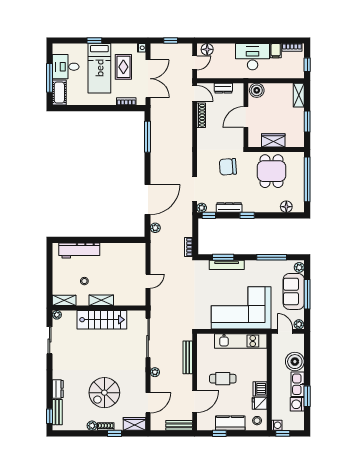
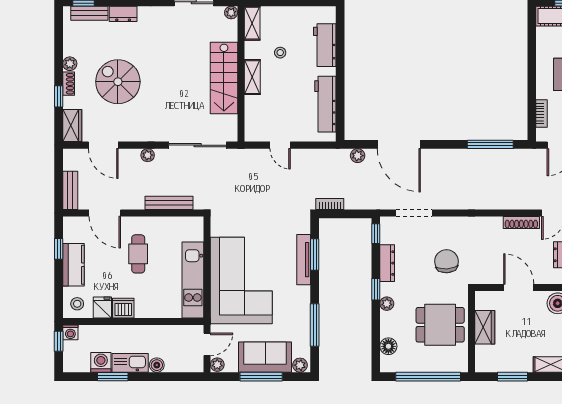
plant: (202, 208) -> (387, 304), moved
workbench: (79, 250) -> (325, 45), width x0.73
workbench: (120, 250) -> (325, 104), added
boiler: (295, 362) -> (157, 365), width x0.54, depth x0.54

